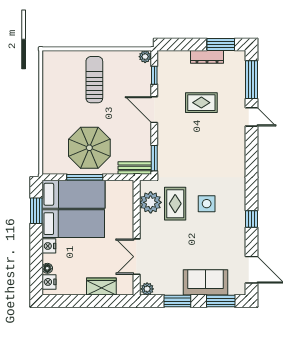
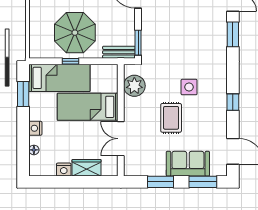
window: (252, 150) -> (233, 34), added
window: (85, 177) -> (70, 61), width x0.46
rug: (175, 204) -> (171, 118), moved
bed: (73, 224) -> (88, 107), moved, turned 180
nightstand: (49, 282) -> (64, 170), moved, turned -90
plant: (147, 289) -> (131, 170), removed

